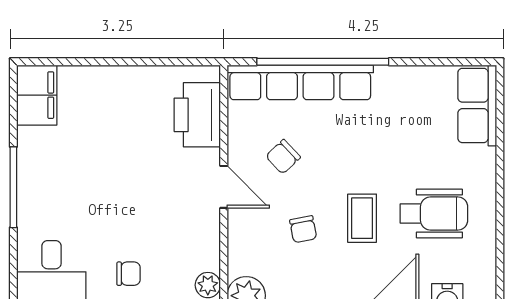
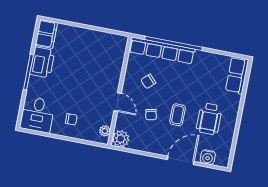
printer: (197, 115) -> (42, 62), moved, turned 180
door: (224, 187) -> (118, 102), moved
wheelchair: (434, 213) -> (209, 119), turned 90

